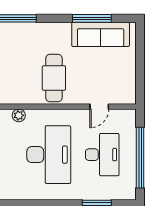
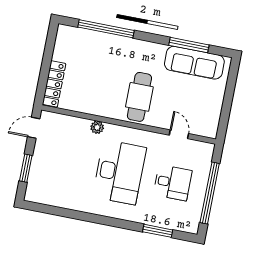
door: (99, 107) -> (179, 134), swing flipped
desk: (102, 155) -> (173, 183), width x0.73

